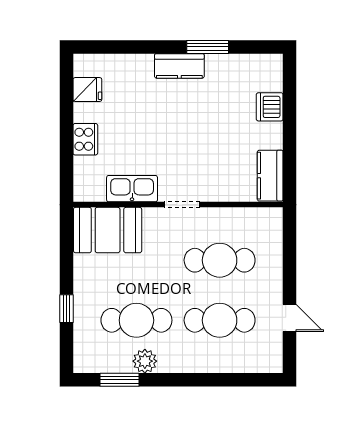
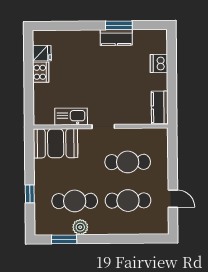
kitchen counter: (179, 66) -> (116, 37), moved
cooker: (85, 139) -> (41, 72), moved

